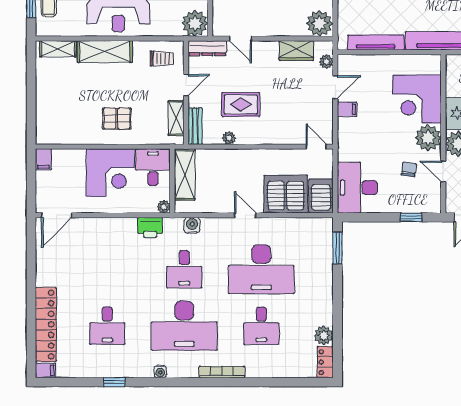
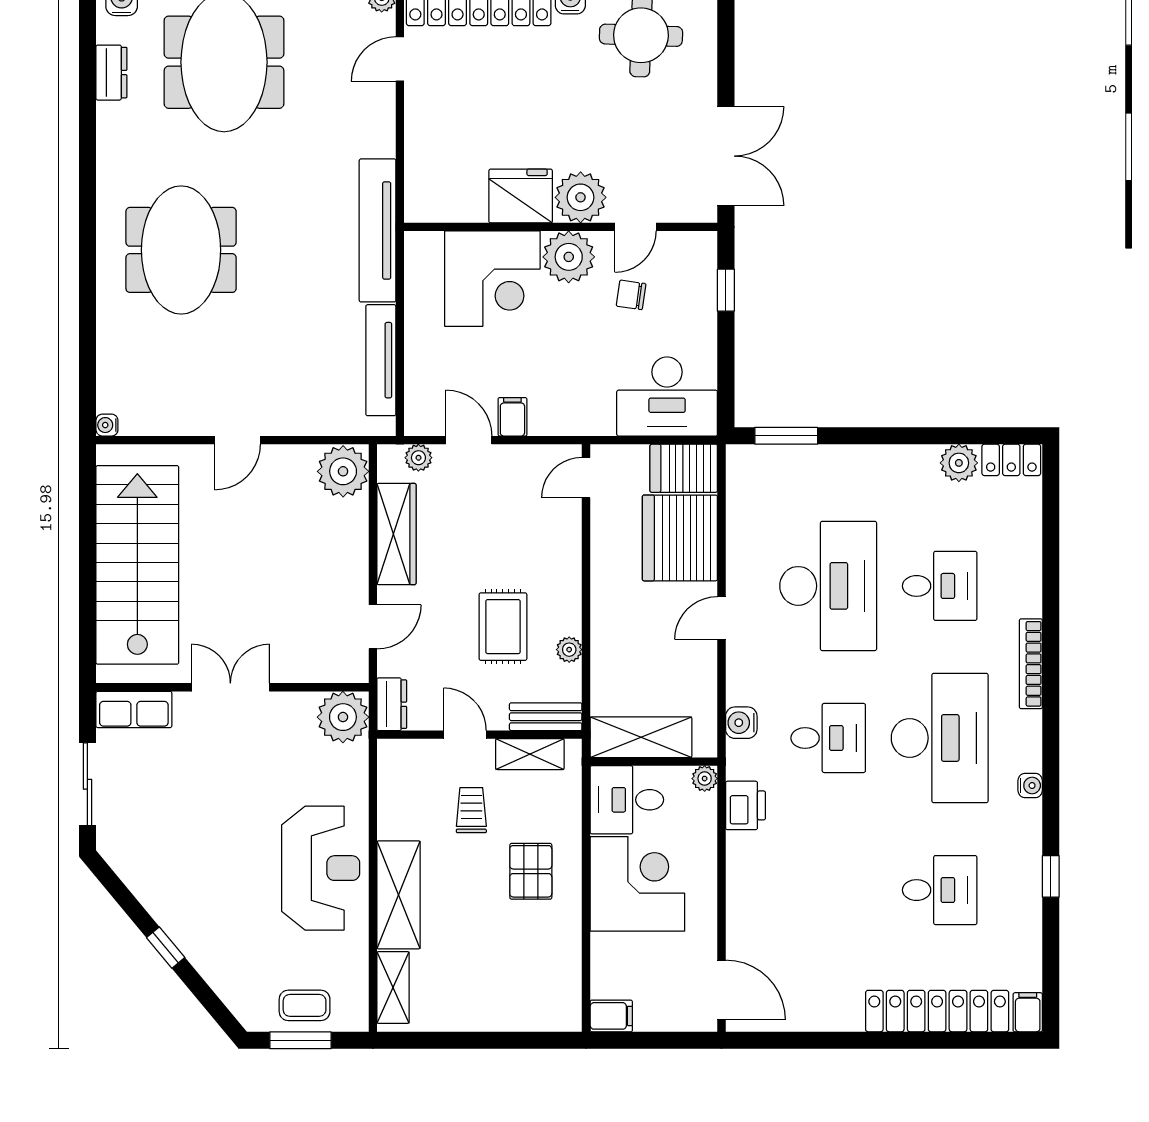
dresser: (207, 48) -> (392, 704), width x0.70
wardrobe: (296, 51) -> (396, 534), width x1.50
trolley: (162, 59) -> (471, 810), moved

